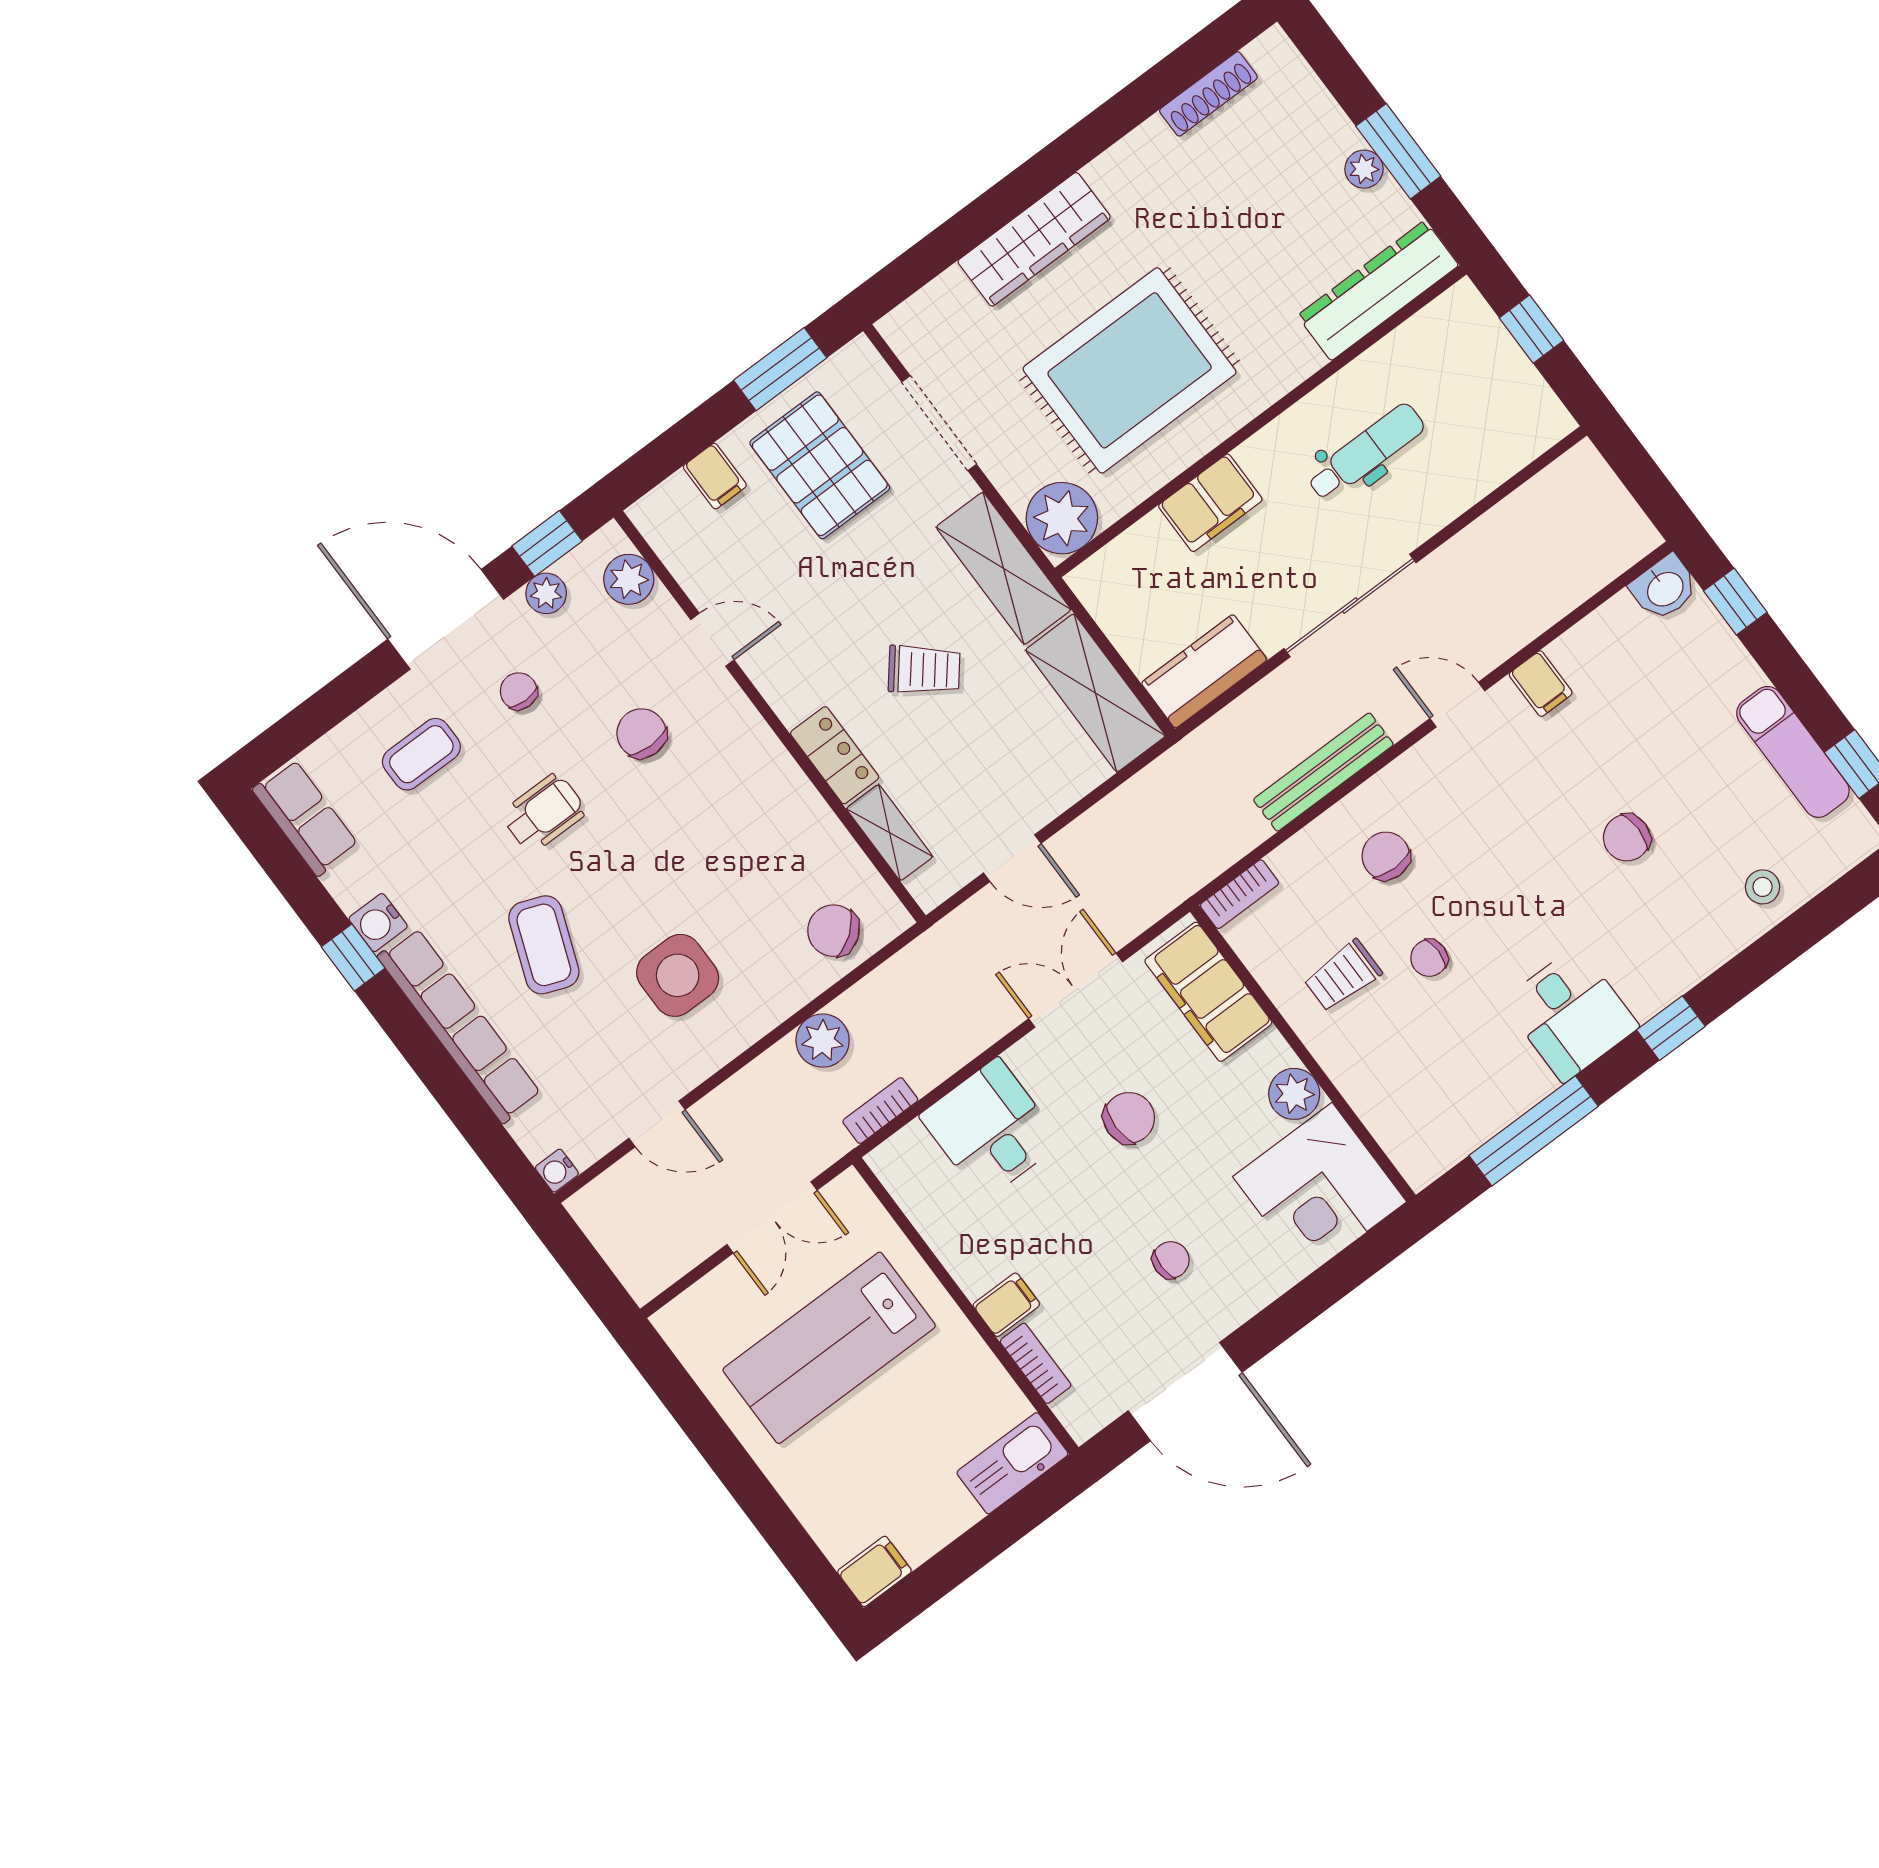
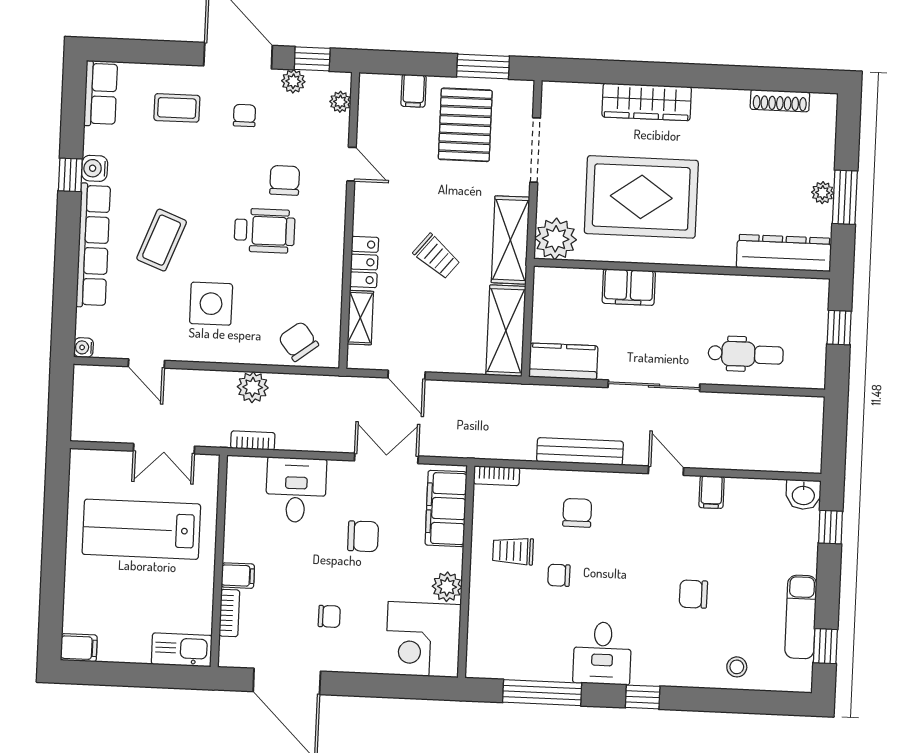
dental chair: (1366, 452) -> (746, 354), moved
plant: (629, 579) -> (340, 102), width x0.73, depth x0.73
wheelchair: (544, 813) -> (265, 231), moved, width x1.36, depth x1.37

